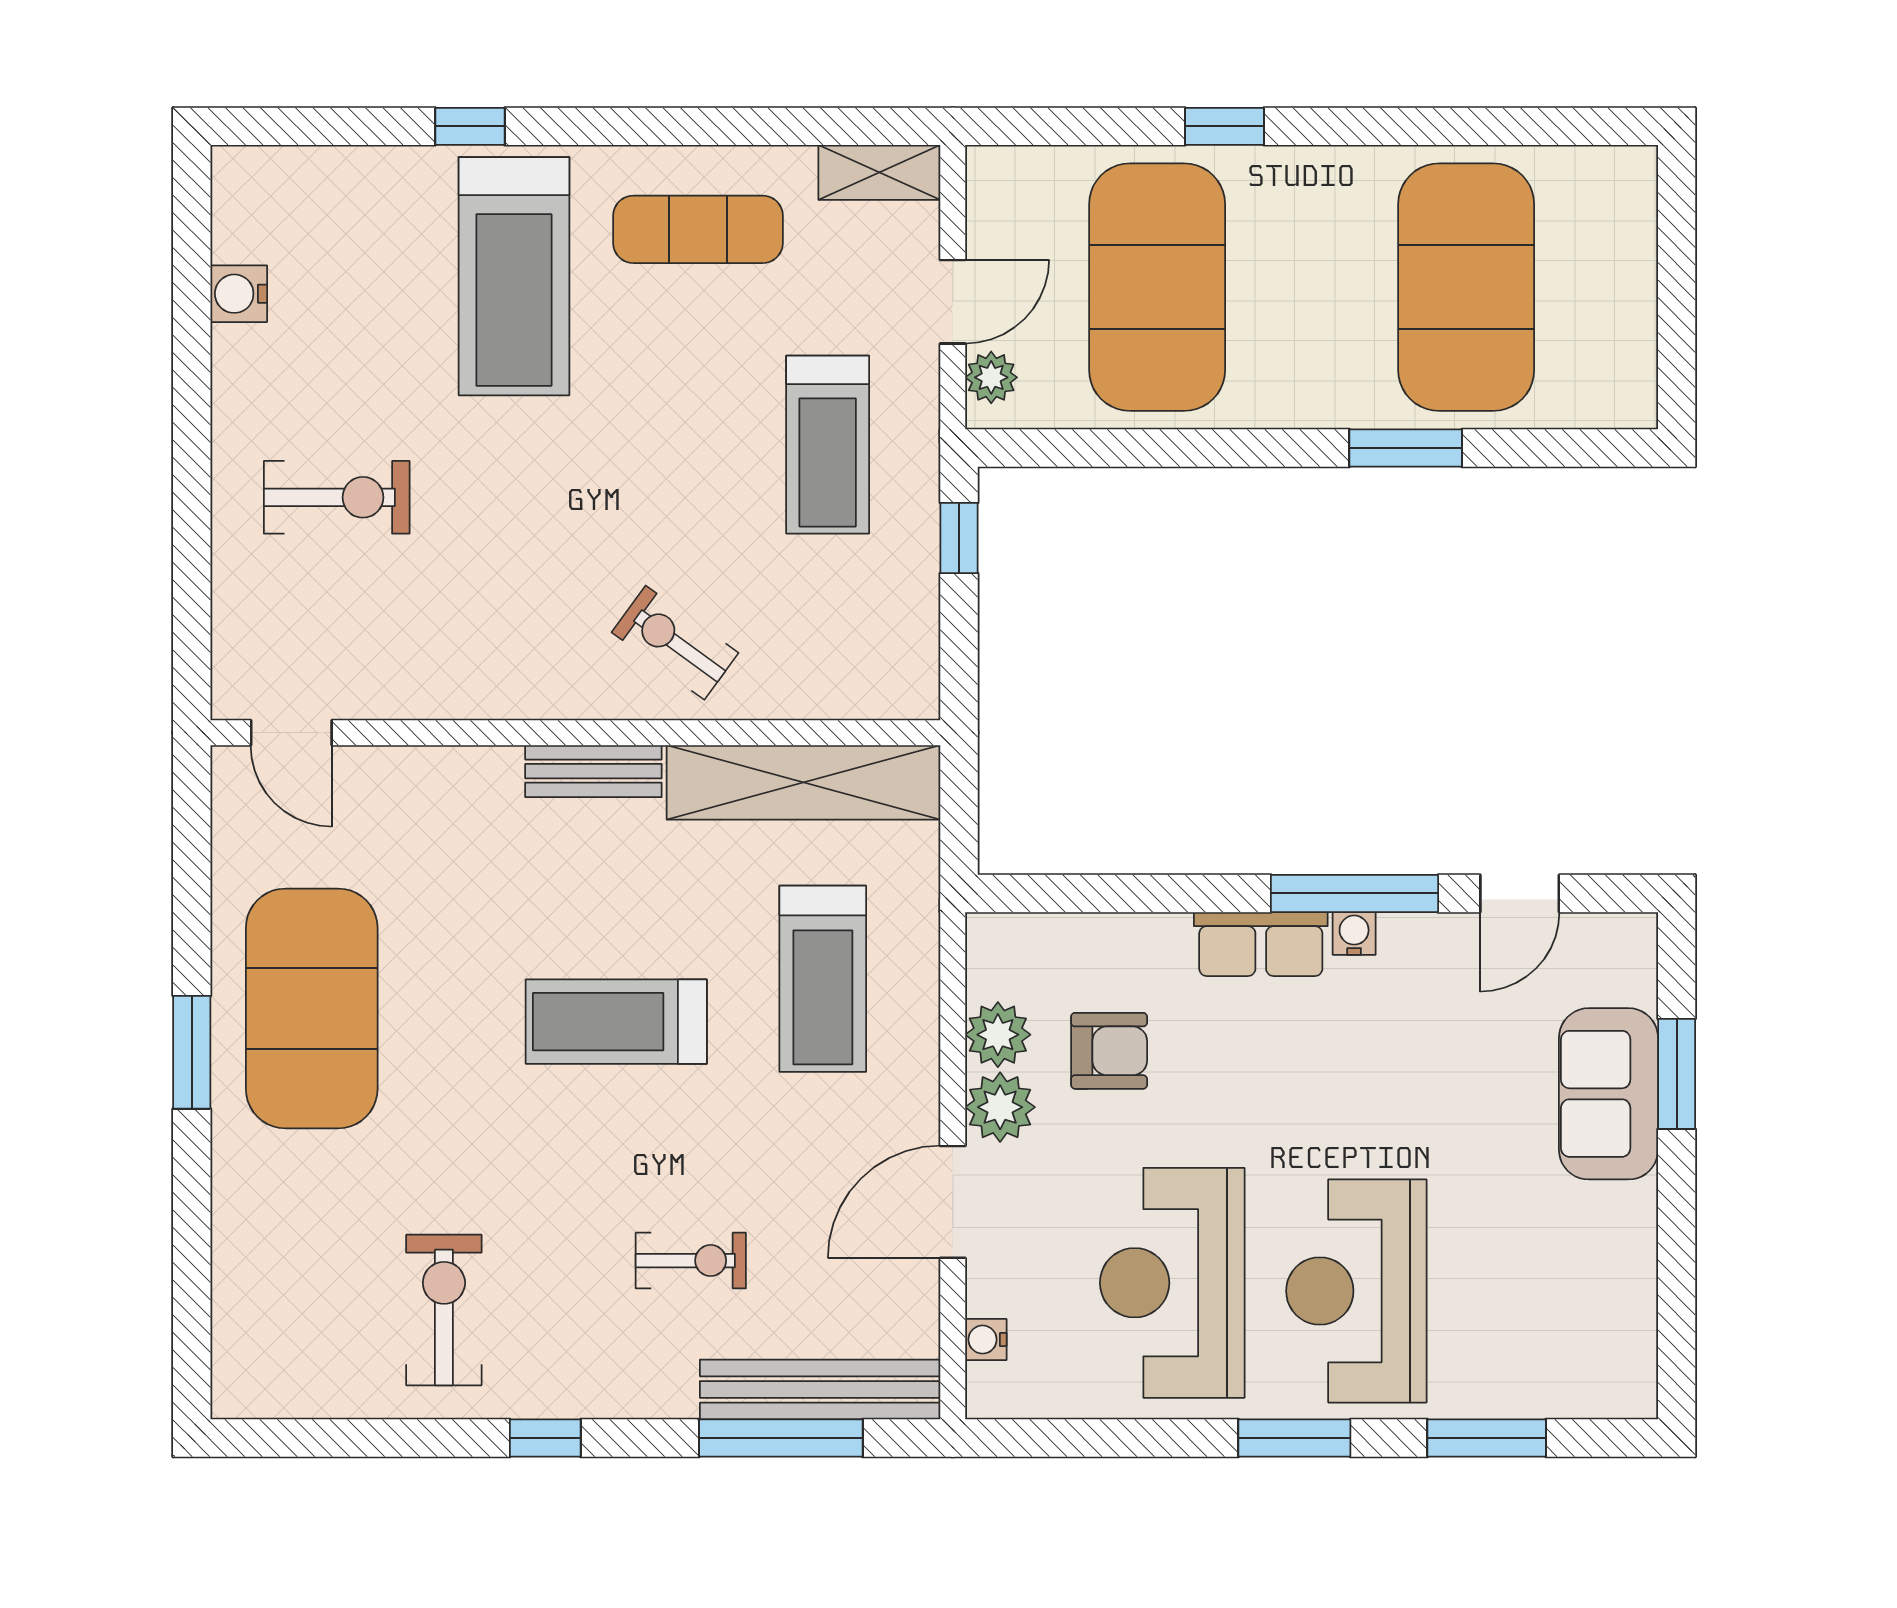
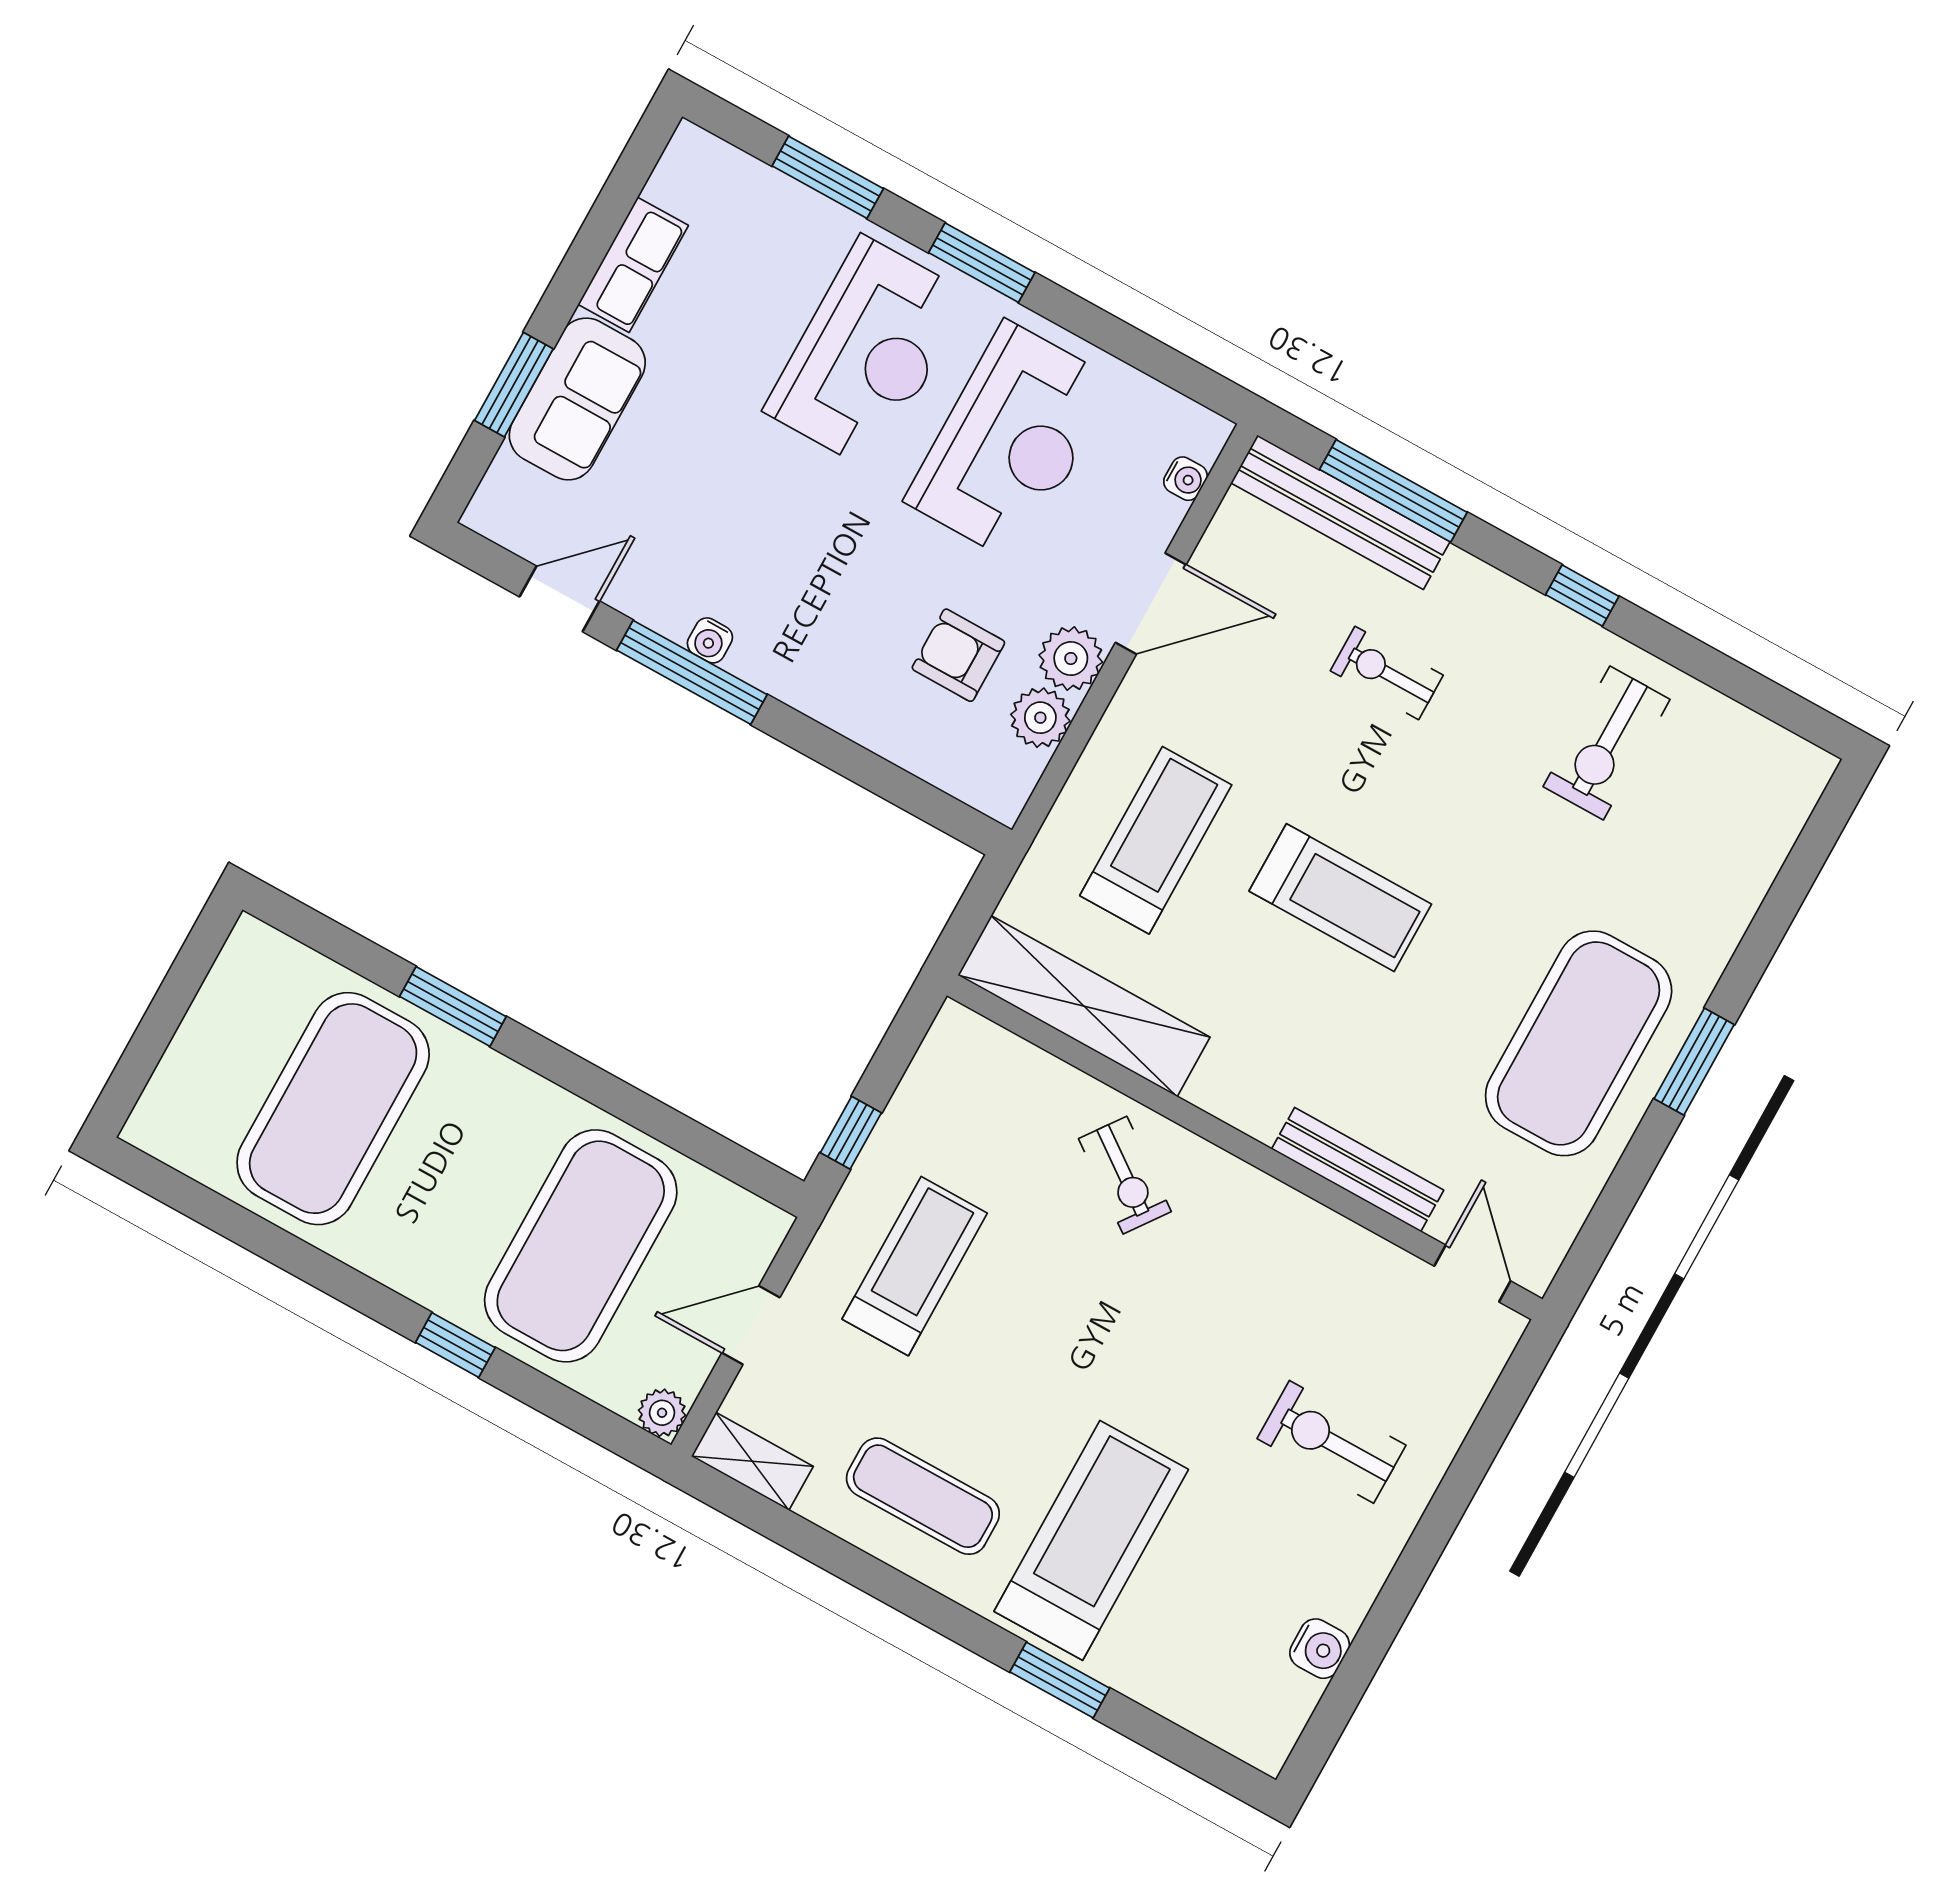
window: (470, 126) -> (1060, 1680), width x1.50
plant: (991, 377) -> (662, 1413), moved
bench: (593, 771) -> (1358, 1170), moved, width x1.36
row of seats: (1261, 944) -> (633, 265), moved, turned 90

